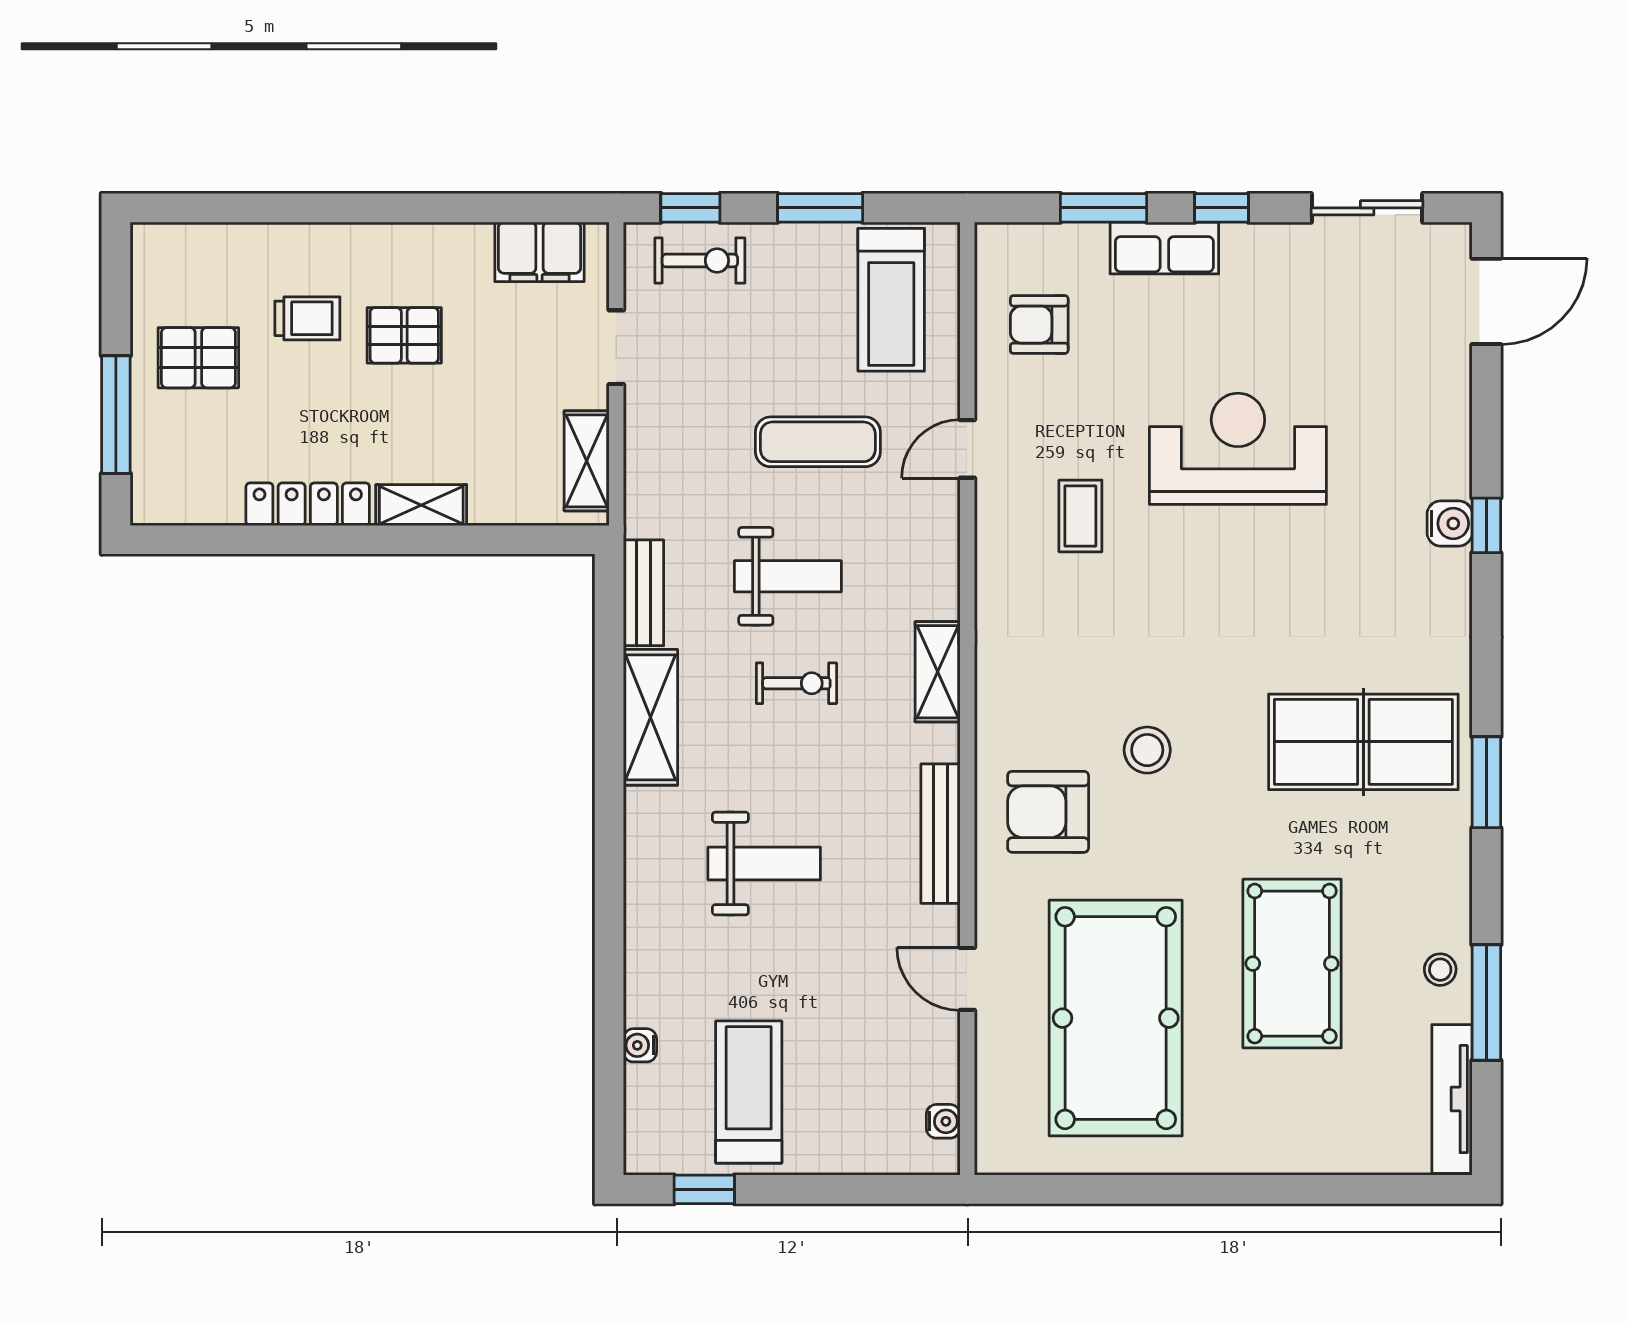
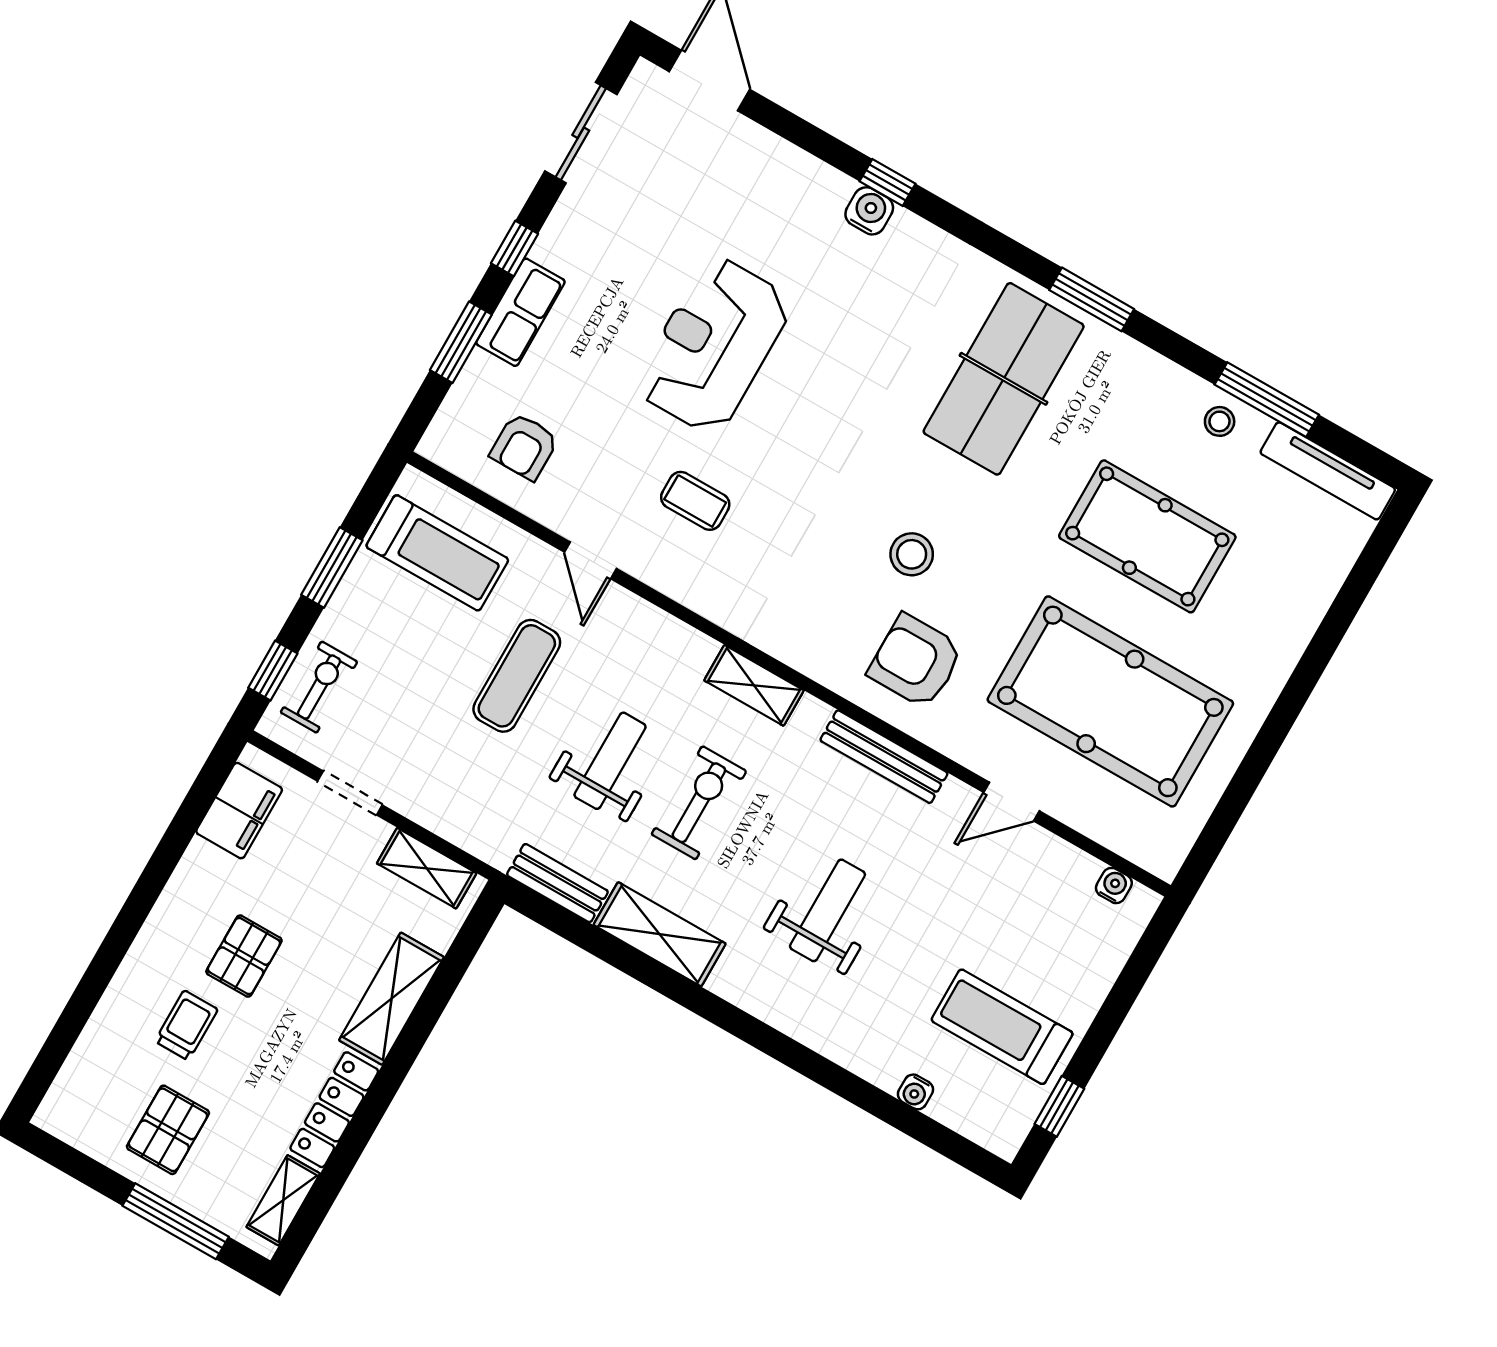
shelving: (194, 505) -> (283, 1200), added
shelving: (421, 505) -> (391, 999), width x1.50, depth x1.33
exercise bike: (796, 683) -> (699, 803), width x1.38, depth x1.39
armchair: (1048, 812) -> (916, 661), turned 90

